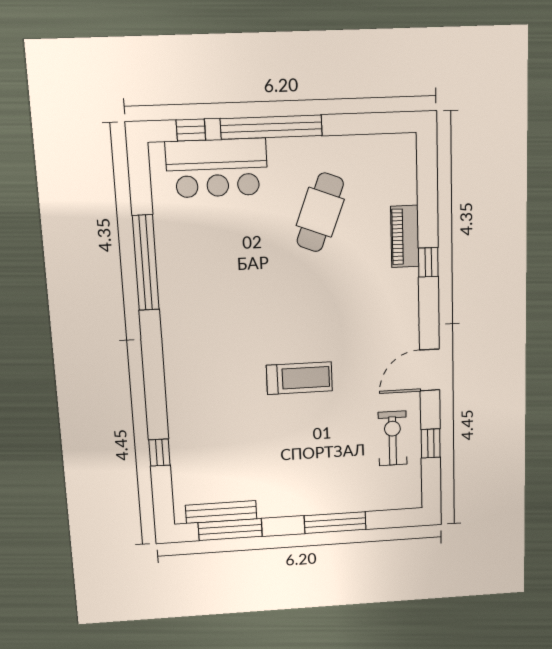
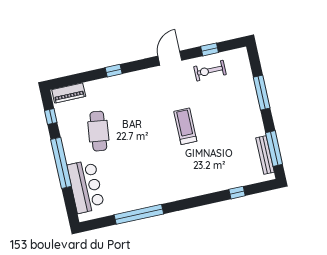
window: (191, 130) -> (51, 117), moved
cafe table: (320, 212) -> (98, 131), turned 76
piano: (405, 236) -> (69, 93), moved
door: (430, 370) -> (170, 58), swing flipped

